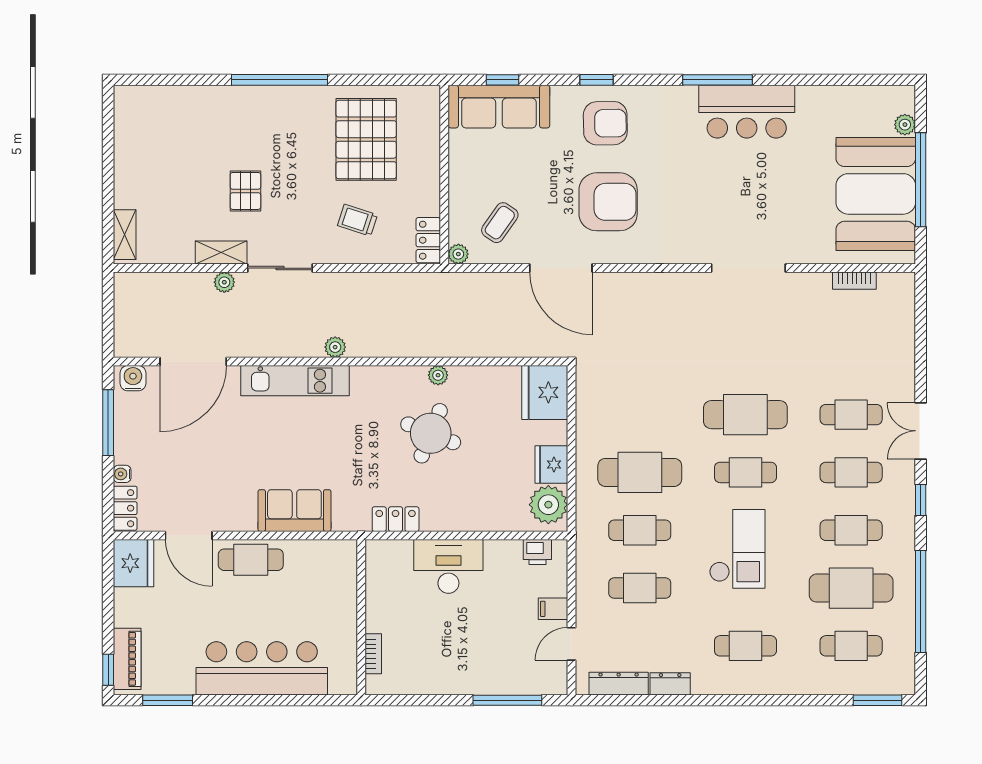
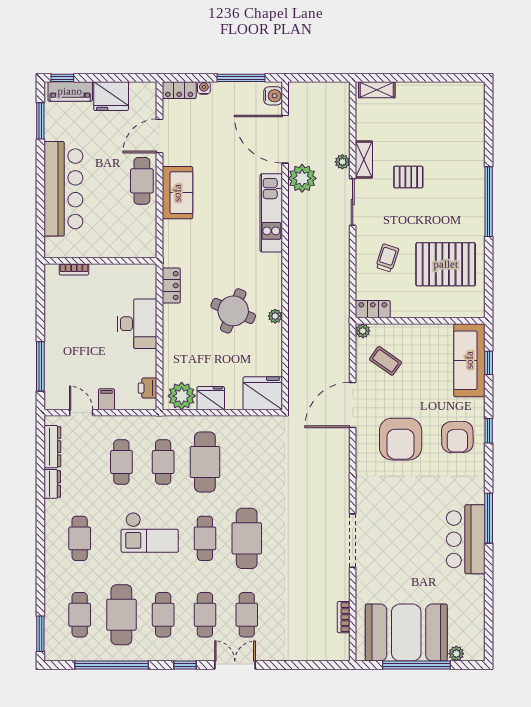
plant: (335, 347) -> (302, 178), moved, width x1.87, depth x1.87
sofa: (294, 511) -> (177, 193), moved
fridge: (133, 563) -> (111, 96), moved

